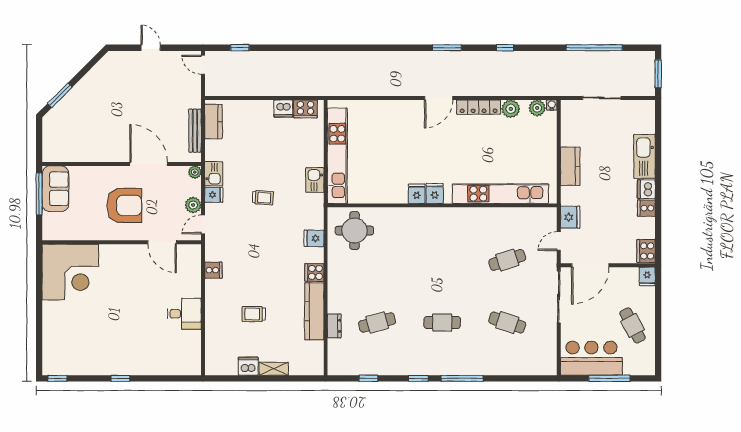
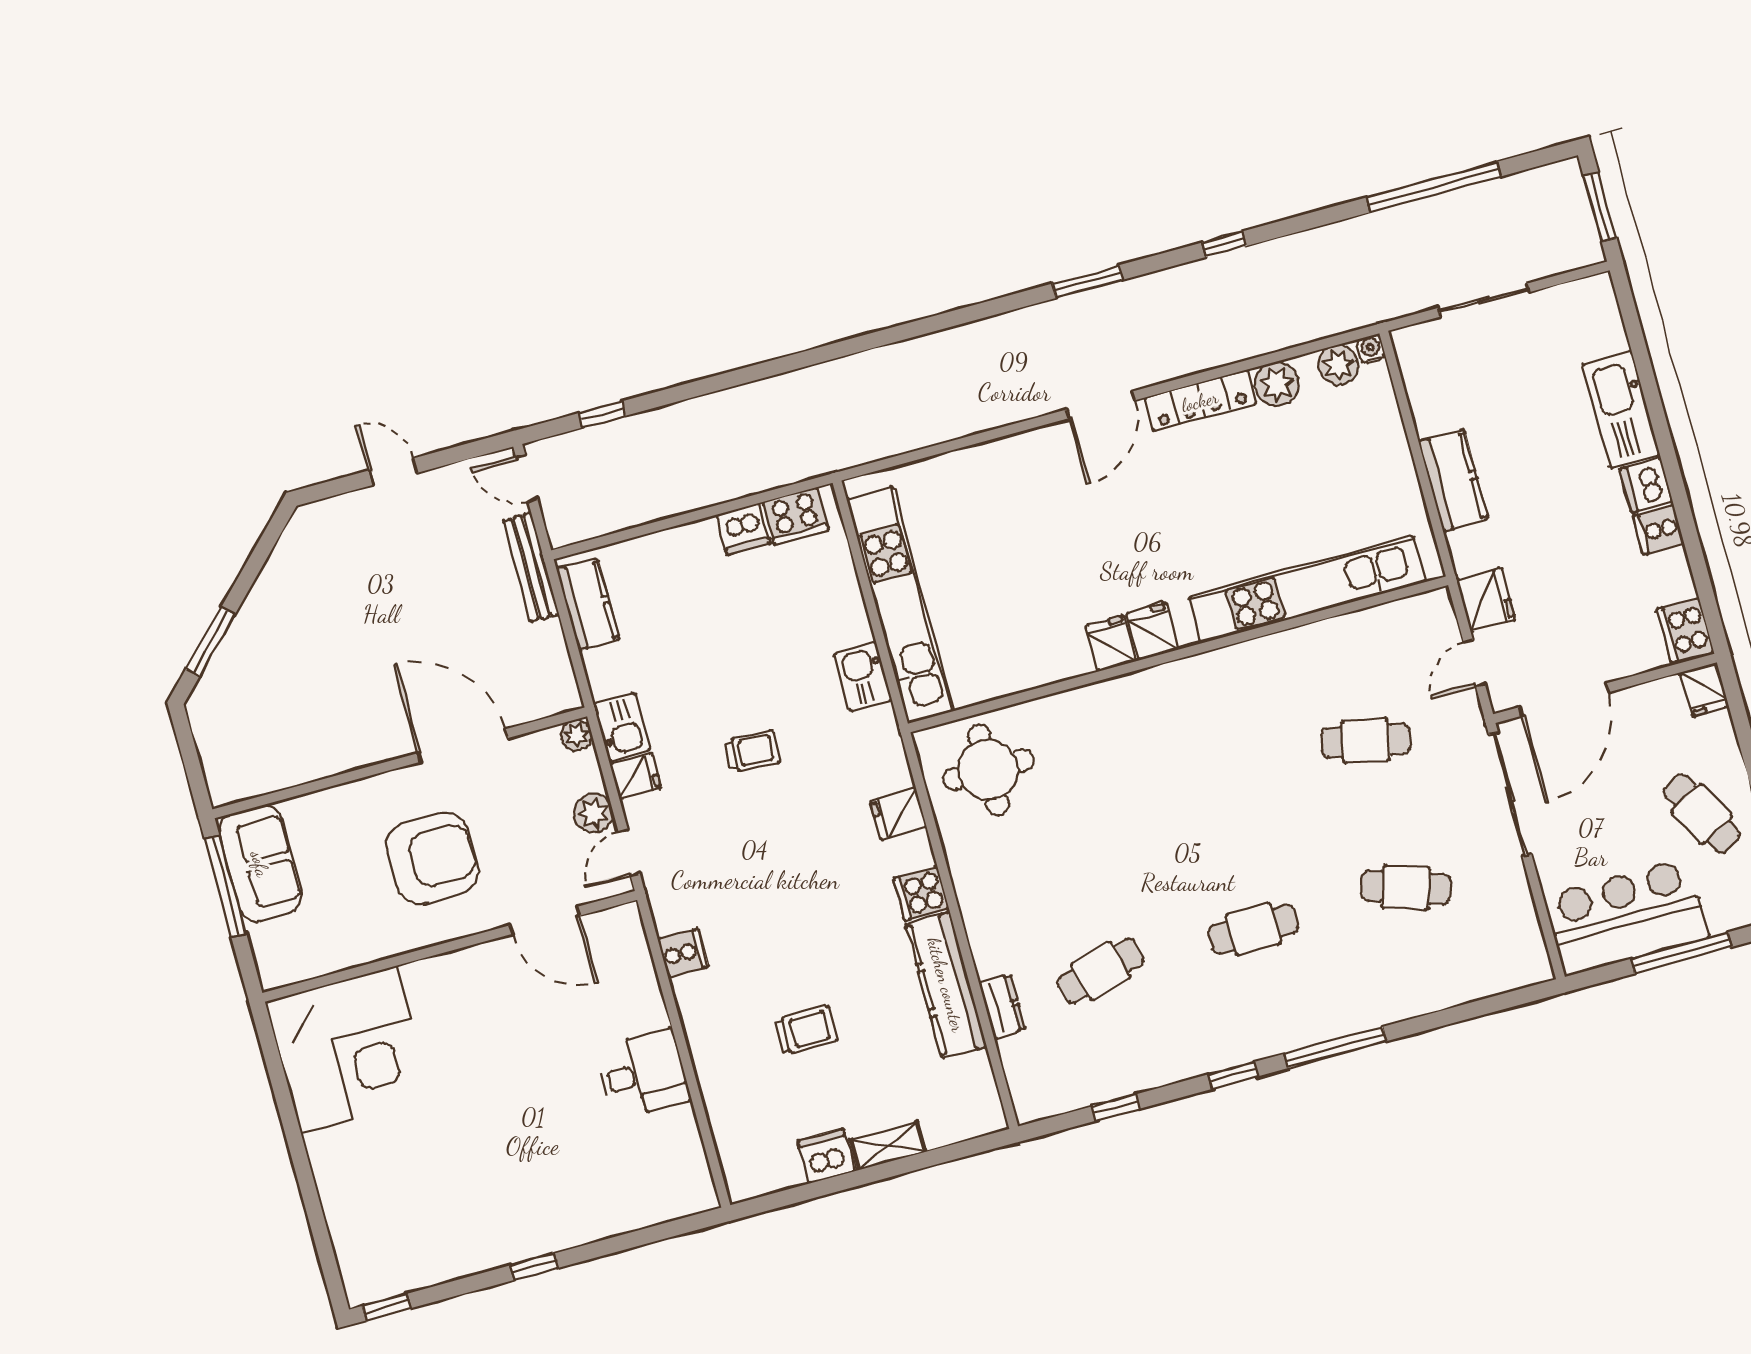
bench: (195, 131) -> (531, 567), moved
cafe table: (507, 260) -> (1366, 741), turned 30
trolley: (254, 314) -> (806, 1030), turned 180

